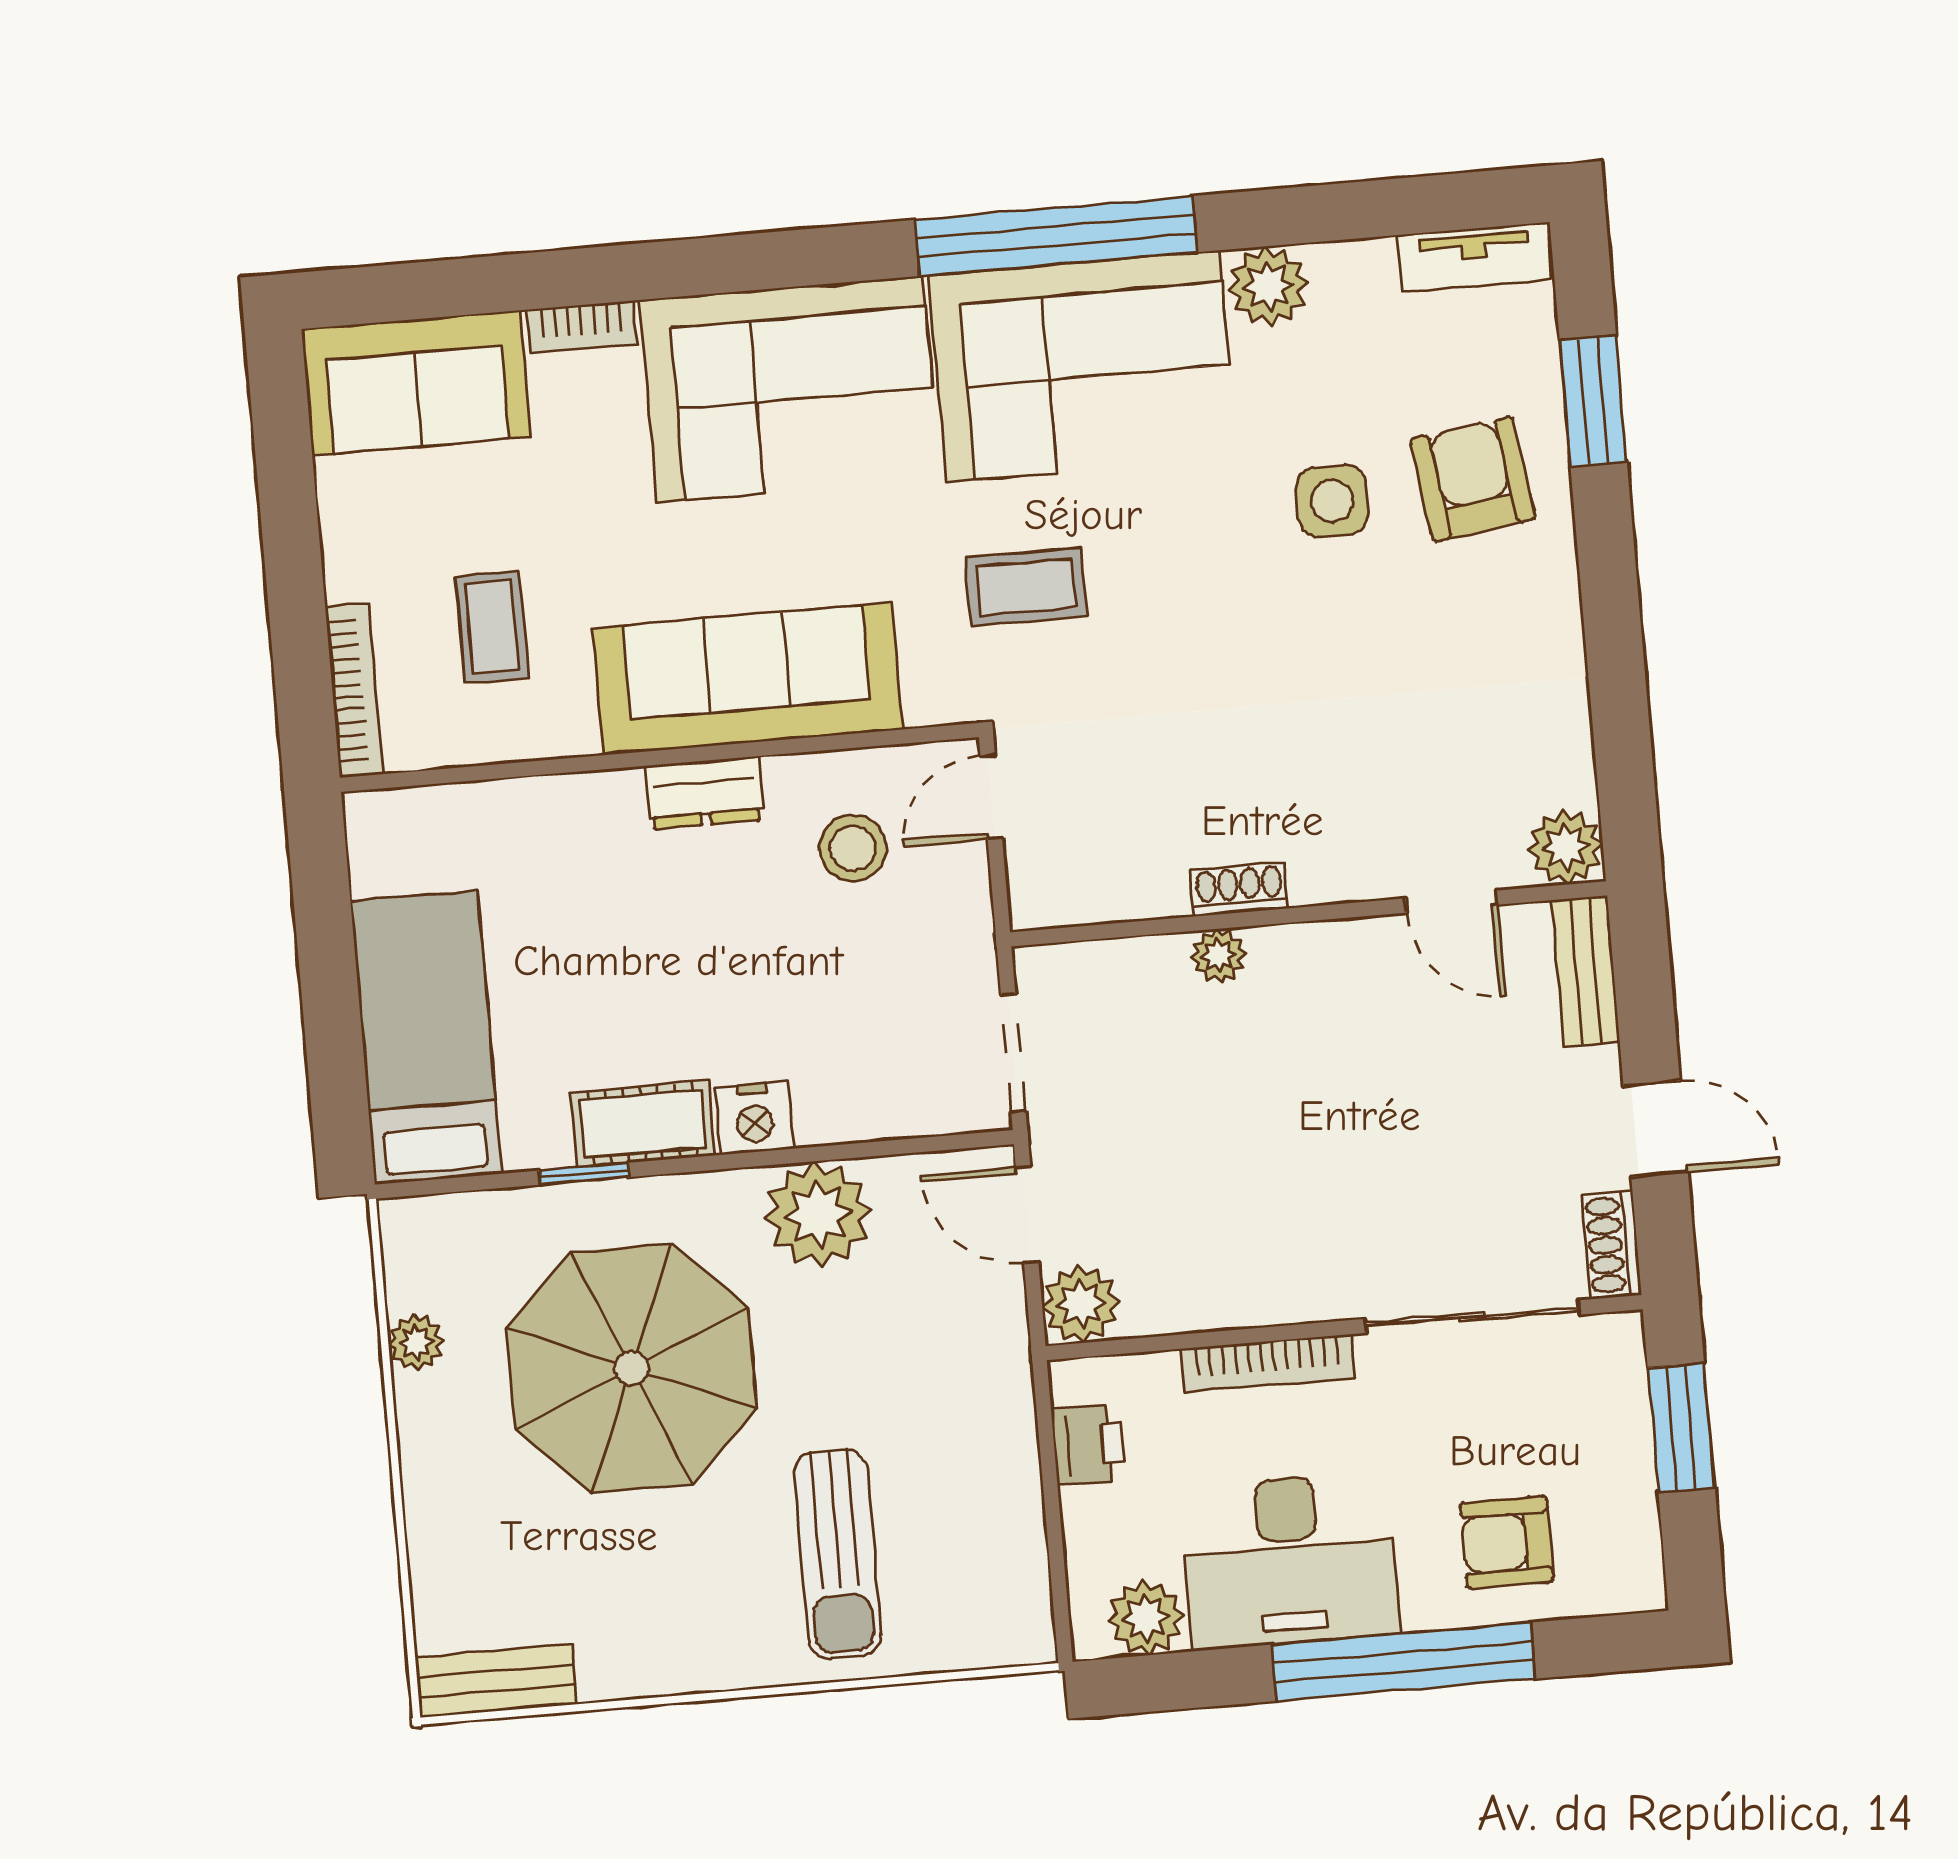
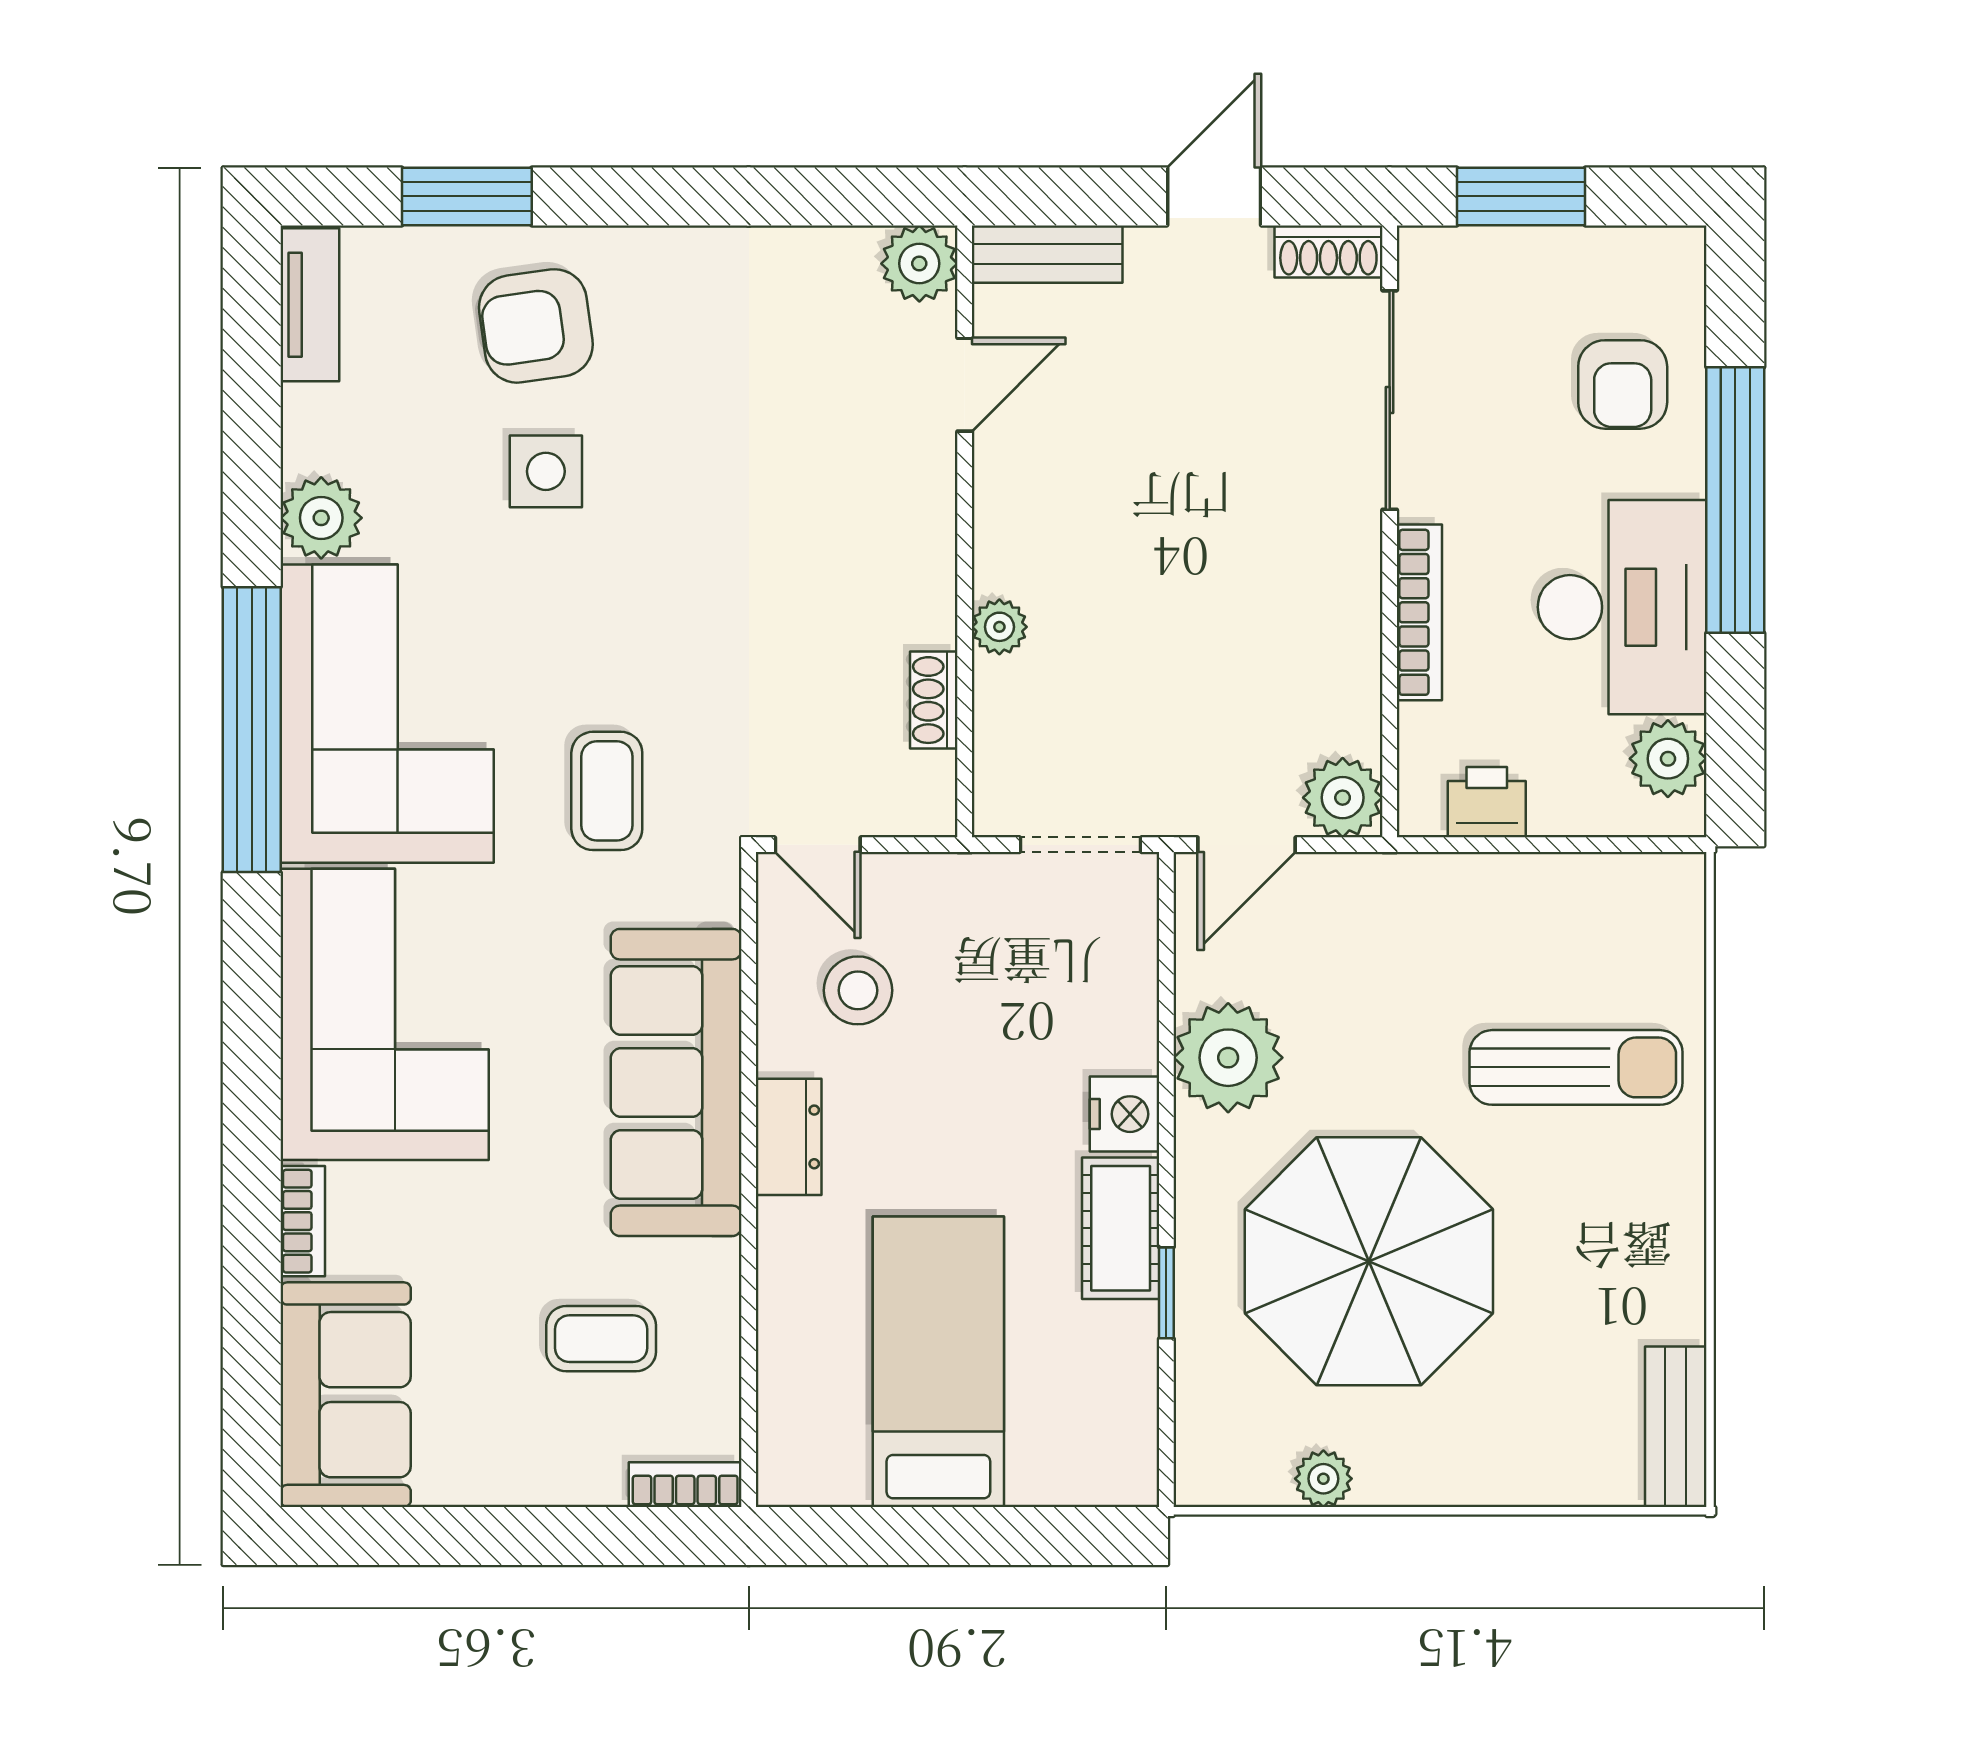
bookcase: (354, 690) -> (685, 1485), width x0.64
shoe rack: (1239, 890) -> (934, 700), moved
bed: (426, 1038) -> (938, 1362), moved, turned 90

